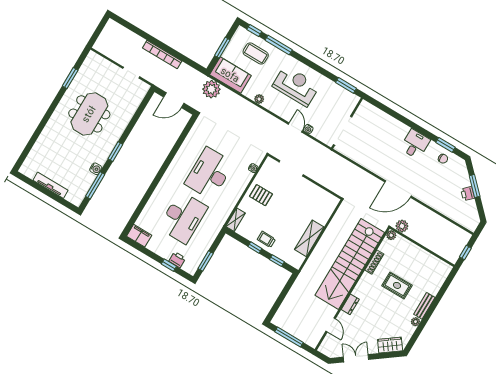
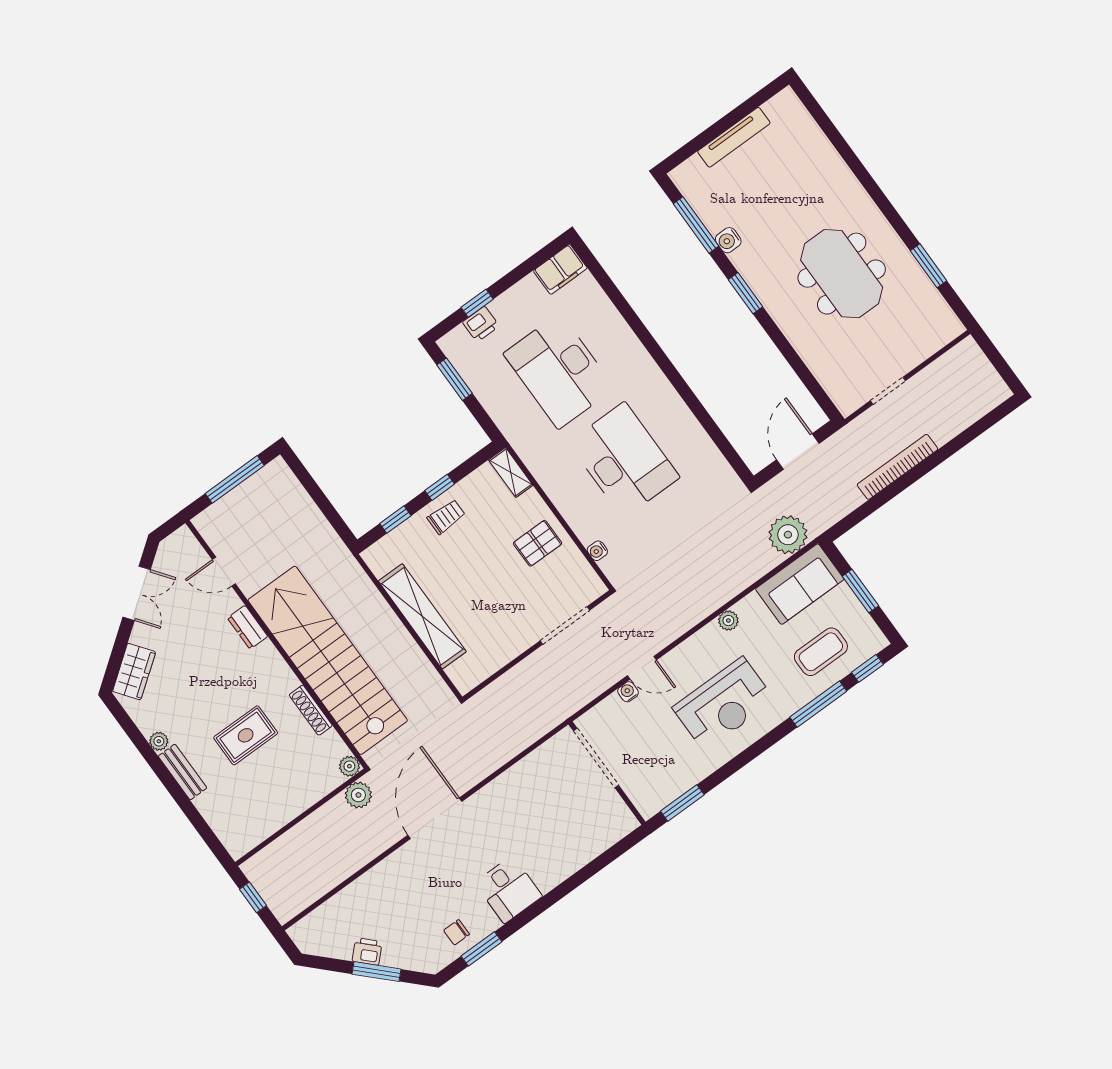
shelving: (309, 238) -> (422, 616), width x1.47

